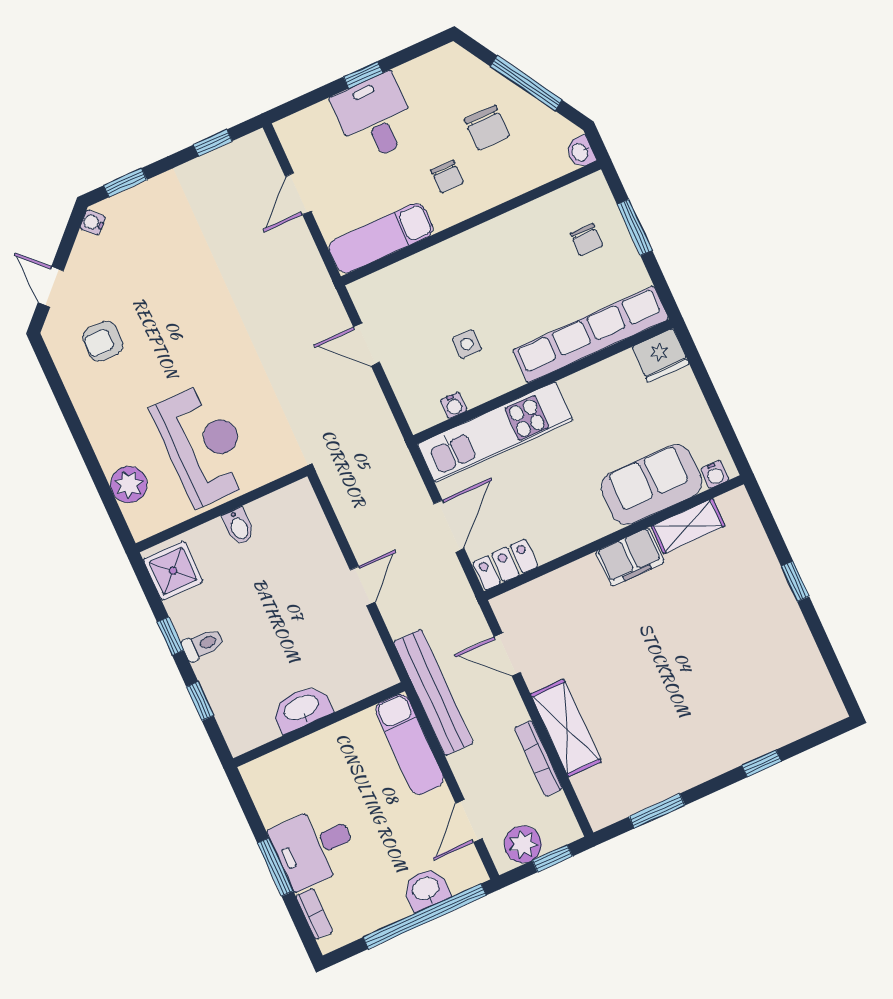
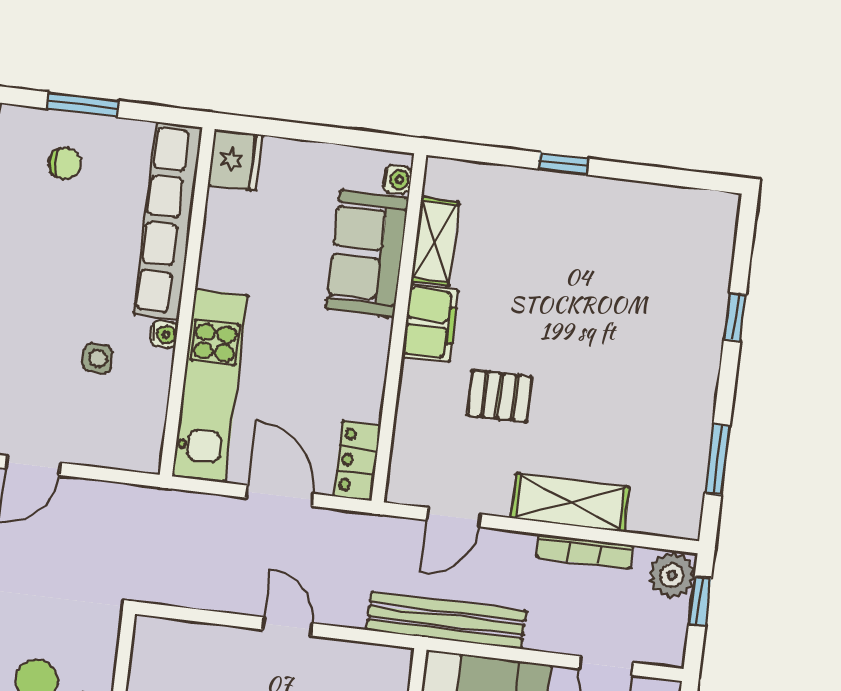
water cooler: (454, 405) -> (164, 334), moved
pallet: (609, 635) -> (499, 396), added
plant: (523, 844) -> (672, 575), moved

